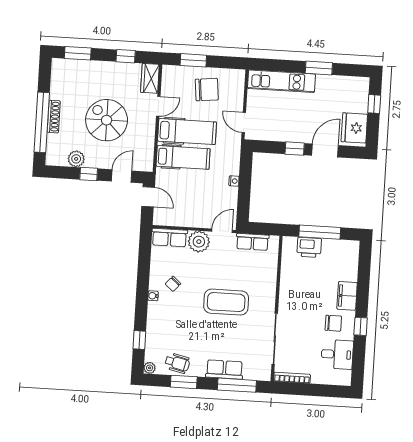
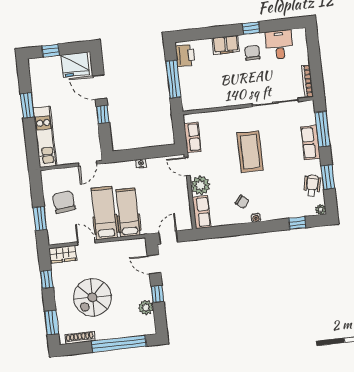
shoe rack: (54, 117) -> (80, 338), moved
spiral stairs: (107, 120) -> (92, 297), moved
printer: (309, 247) -> (185, 55), moved

